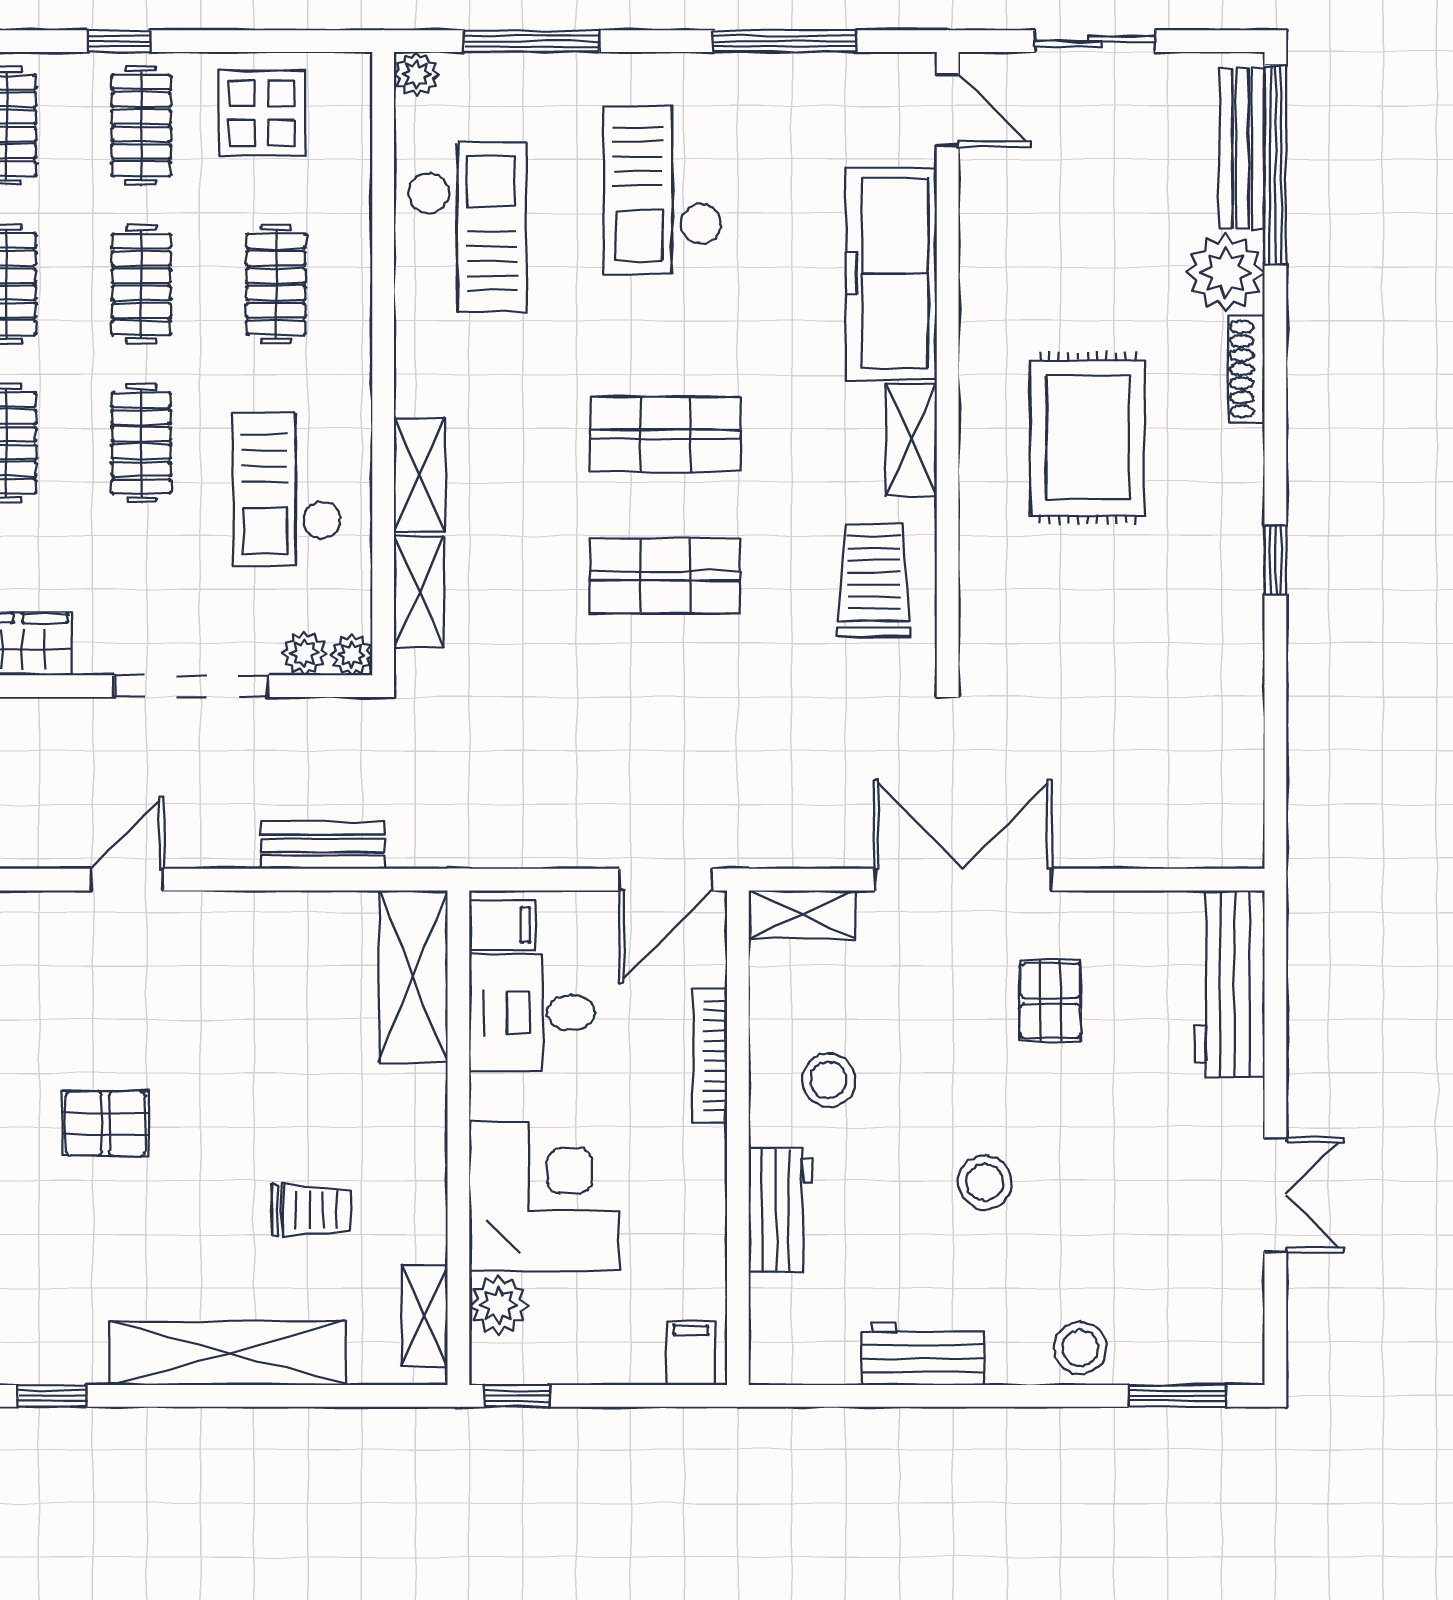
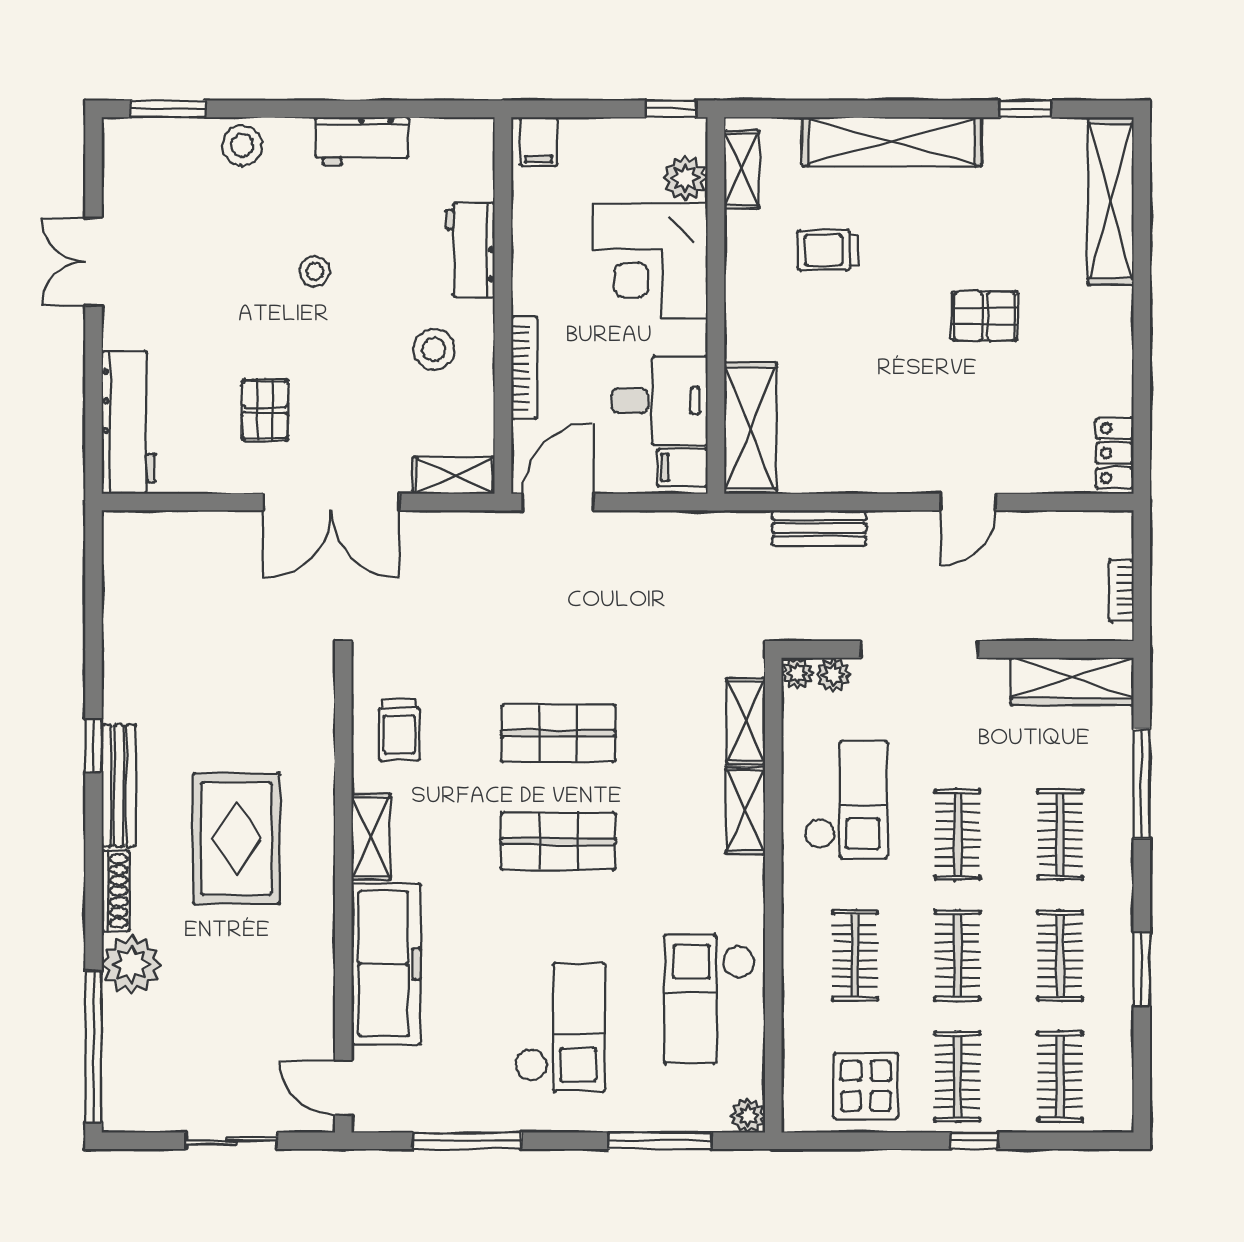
bench: (1242, 149) -> (119, 786), moved
trolley: (874, 580) -> (399, 730), width x0.73, depth x0.72
stool: (985, 1182) -> (315, 271), width x0.73, depth x0.73

